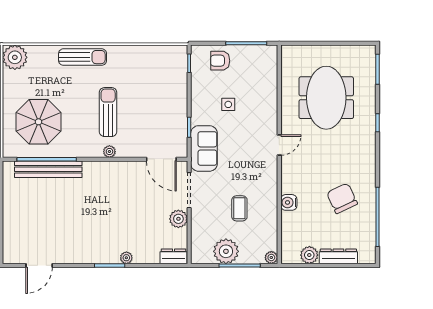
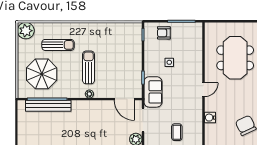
sun lounger: (83, 57) -> (58, 45), moved
water cooler: (289, 202) -> (210, 118), moved

